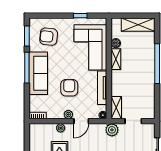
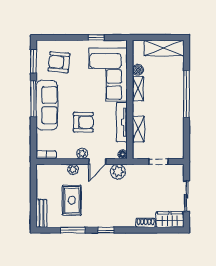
armchair: (69, 88) -> (83, 122), turned 90
shelving: (116, 108) -> (138, 129), moved
plant: (112, 130) -> (118, 172), moved

